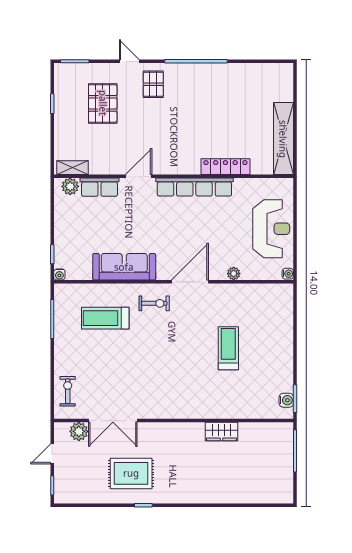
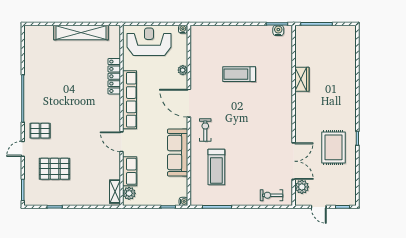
locker: (225, 167) -> (114, 76), moved
shelving: (72, 168) -> (115, 192), moved
door: (139, 176) -> (121, 142), moved
wall: (174, 176) -> (121, 115), moved
plant: (70, 186) -> (129, 193), moved
row of seats: (99, 187) -> (130, 171), moved
row of seats: (194, 187) -> (130, 100), moved

